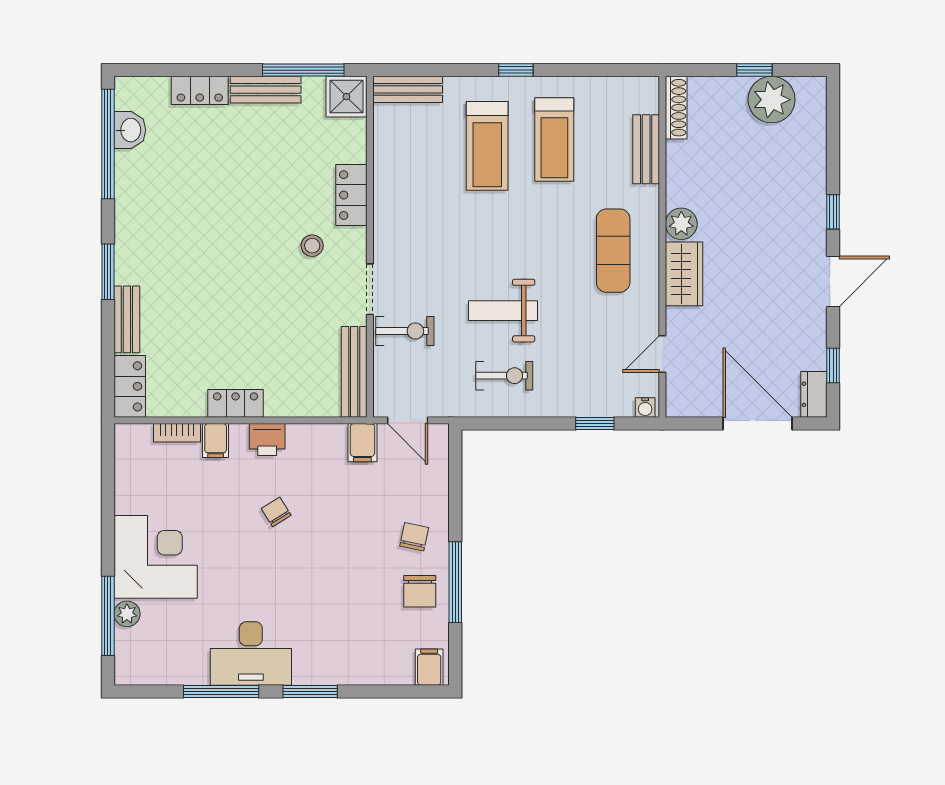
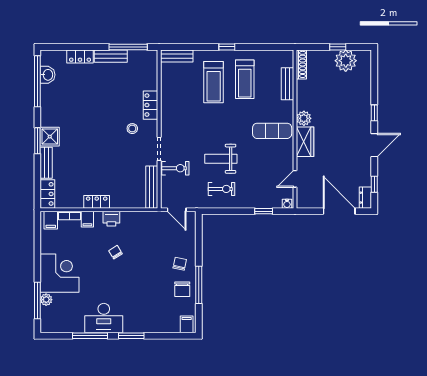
shower: (346, 97) -> (50, 137), moved
exercise mat: (613, 251) -> (272, 131), turned 90
filing cabinet: (362, 443) -> (51, 220), moved

